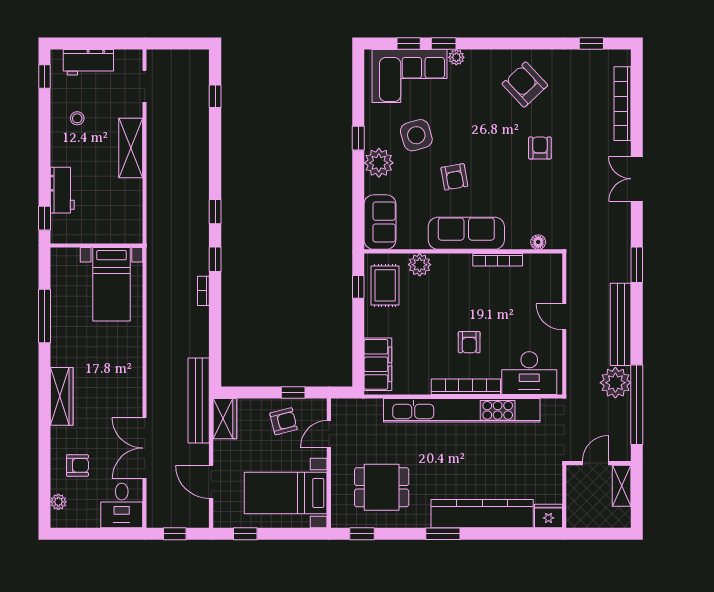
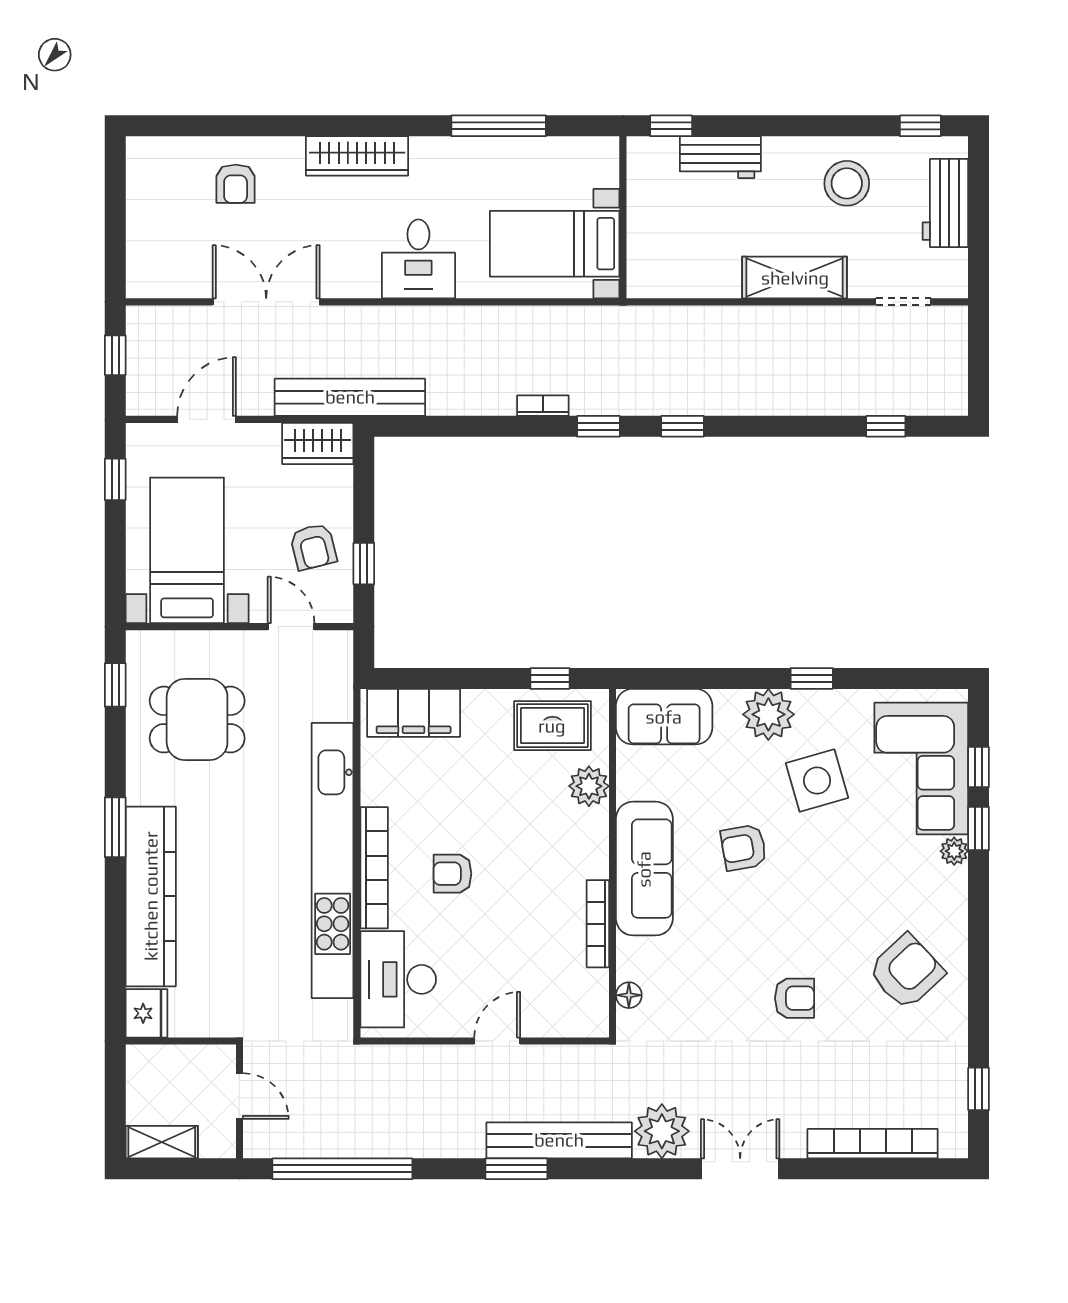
stool: (77, 118) -> (847, 183), width x1.89, depth x1.89
window: (637, 265) -> (516, 1169), moved
bench: (621, 324) -> (559, 1140), moved
plant: (615, 383) -> (662, 1131), moved
shelving: (622, 486) -> (162, 1142), moved
dining table: (382, 487) -> (197, 720), turned 90
plant: (58, 502) -> (171, 150), removed
desk: (122, 505) -> (418, 259), moved, turned -90

